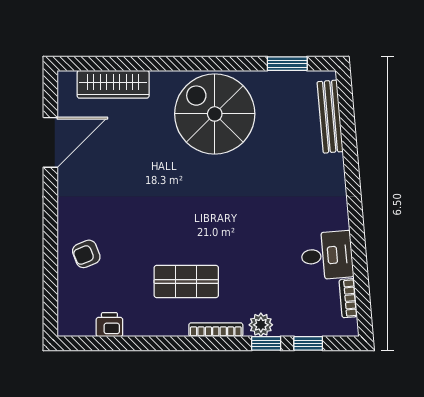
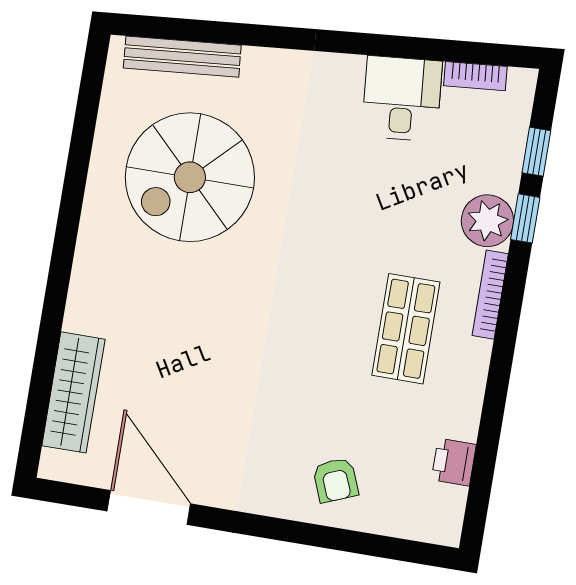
window: (287, 64) -> (87, 111), removed
spiral stairs: (215, 114) -> (190, 177), moved
plant: (261, 325) -> (487, 221), width x1.36, depth x1.36

